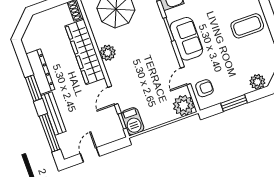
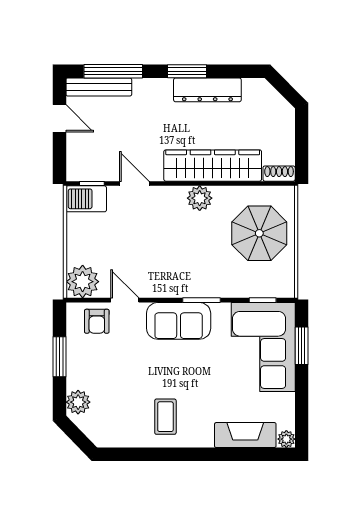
coffee table: (247, 26) -> (165, 417), width x0.73, depth x0.77
bench: (53, 114) -> (99, 87), moved

